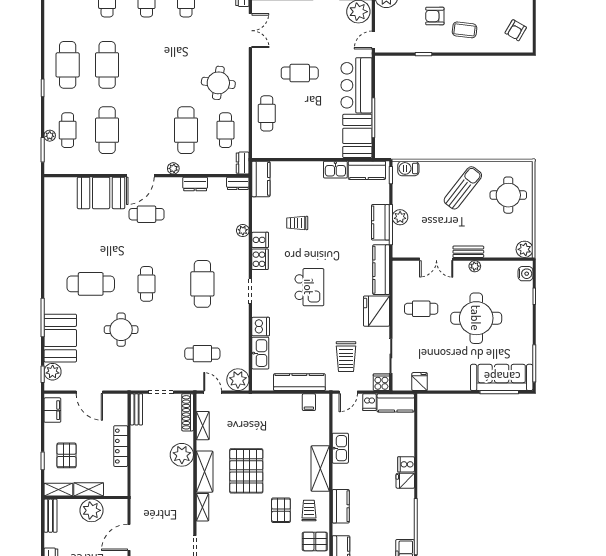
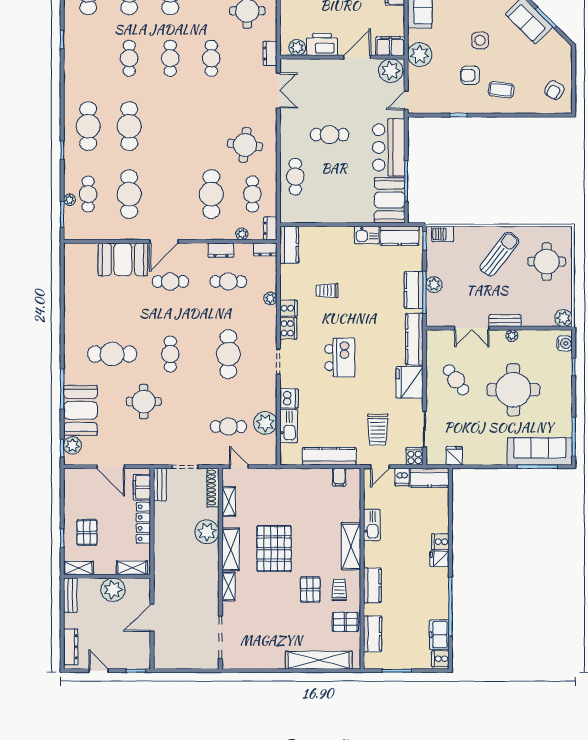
plant: (173, 168) -> (242, 234), moved
cafe table: (202, 214) -> (228, 282), added
cafe table: (421, 309) -> (456, 380), turned 54
plant: (238, 380) -> (265, 423), moved
filing cabinet: (52, 410) -> (142, 487), moved, turned 180
shelving: (89, 489) -> (132, 568), moved

